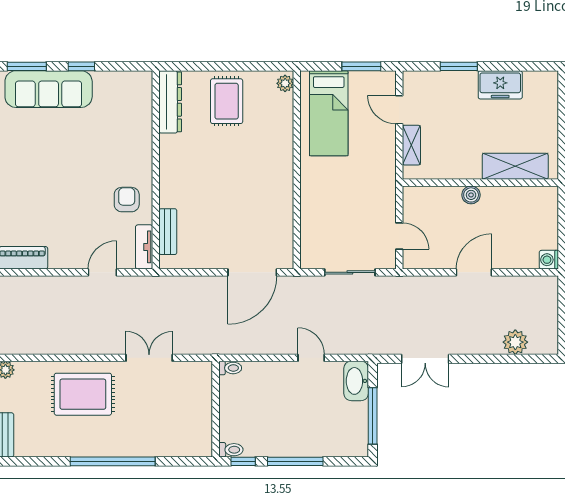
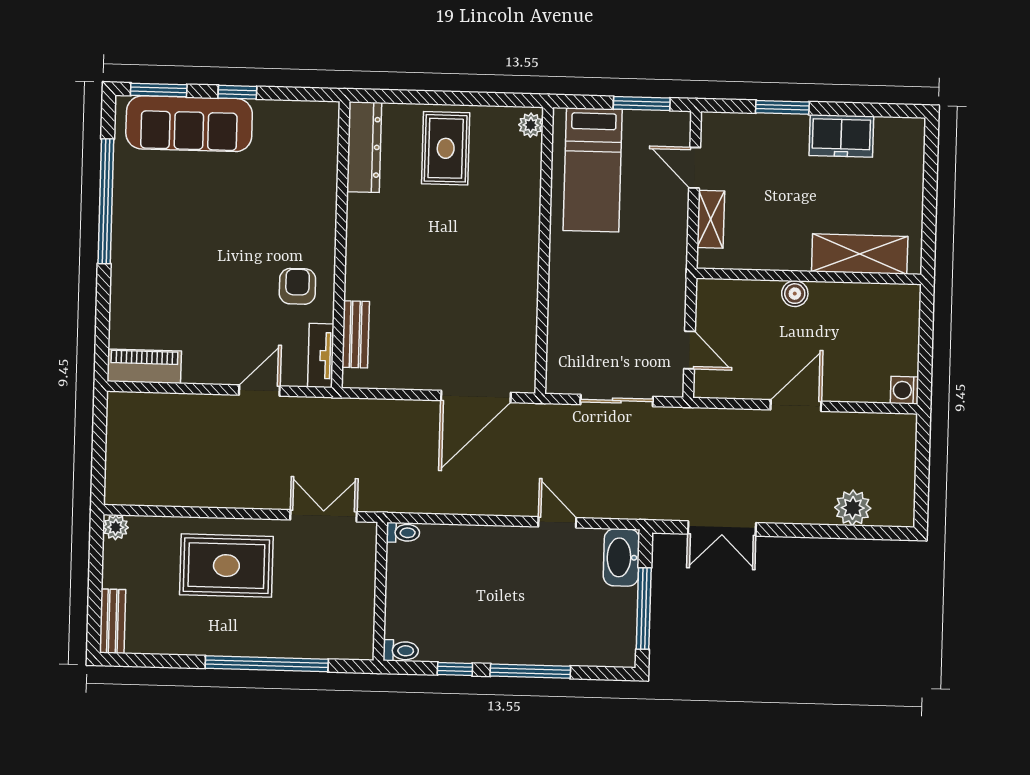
toilet: (230, 368) -> (403, 533), moved
wall: (216, 409) -> (380, 591), moved
toilet: (231, 450) -> (401, 651), moved

